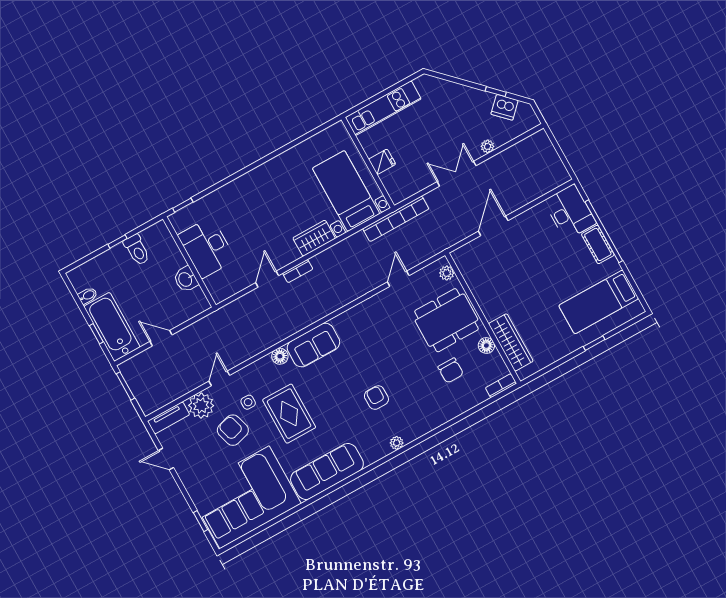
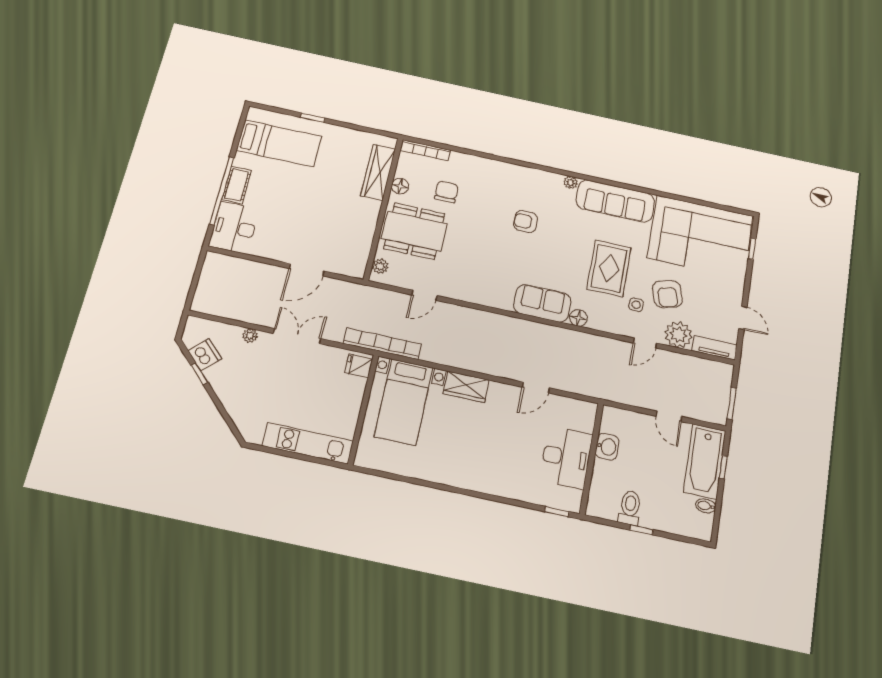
fridge: (382, 162) -> (359, 366), moved
double door: (457, 174) -> (297, 336), swing flipped
bookcase: (298, 271) -> (504, 372), removed
bookcase: (501, 386) -> (425, 150), width x1.56
armchair: (376, 398) -> (526, 222), turned 90
plant: (397, 443) -> (571, 183), moved

